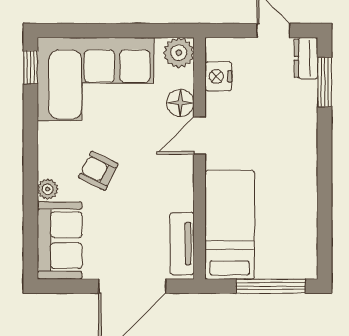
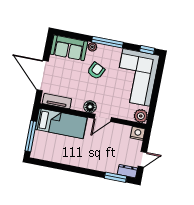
nightstand: (218, 76) -> (138, 133), moved
floor lamp: (180, 103) -> (90, 107), moved
door: (199, 136) -> (103, 118), swing flipped
window: (30, 158) -> (107, 42), added

